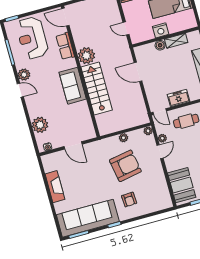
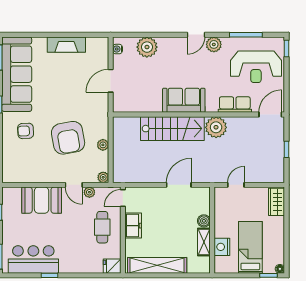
nightstand: (161, 30) -> (222, 247), moved
reception desk: (32, 38) -> (256, 67), turned 180
booth: (182, 185) -> (42, 200), moved

